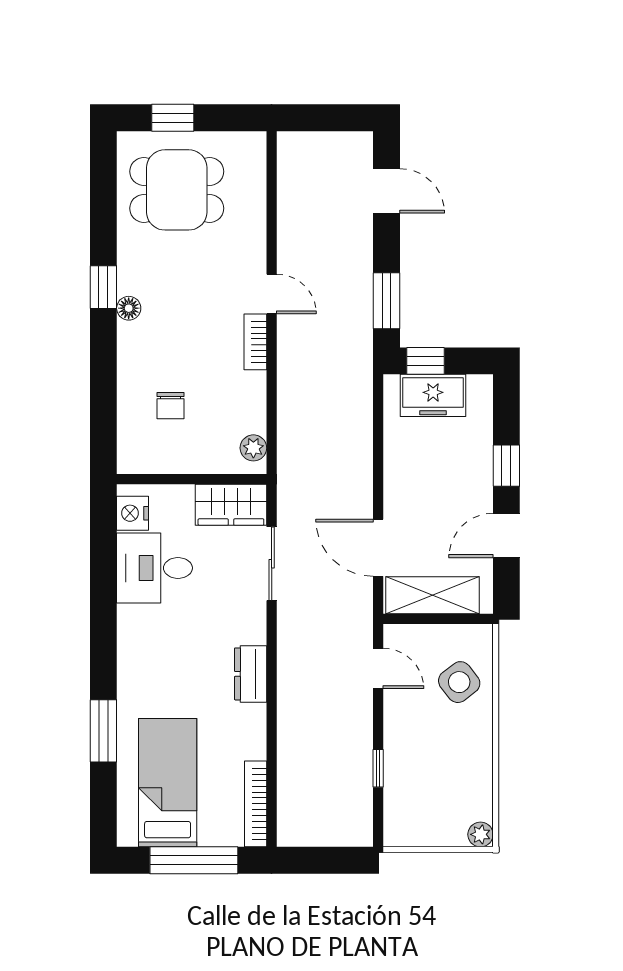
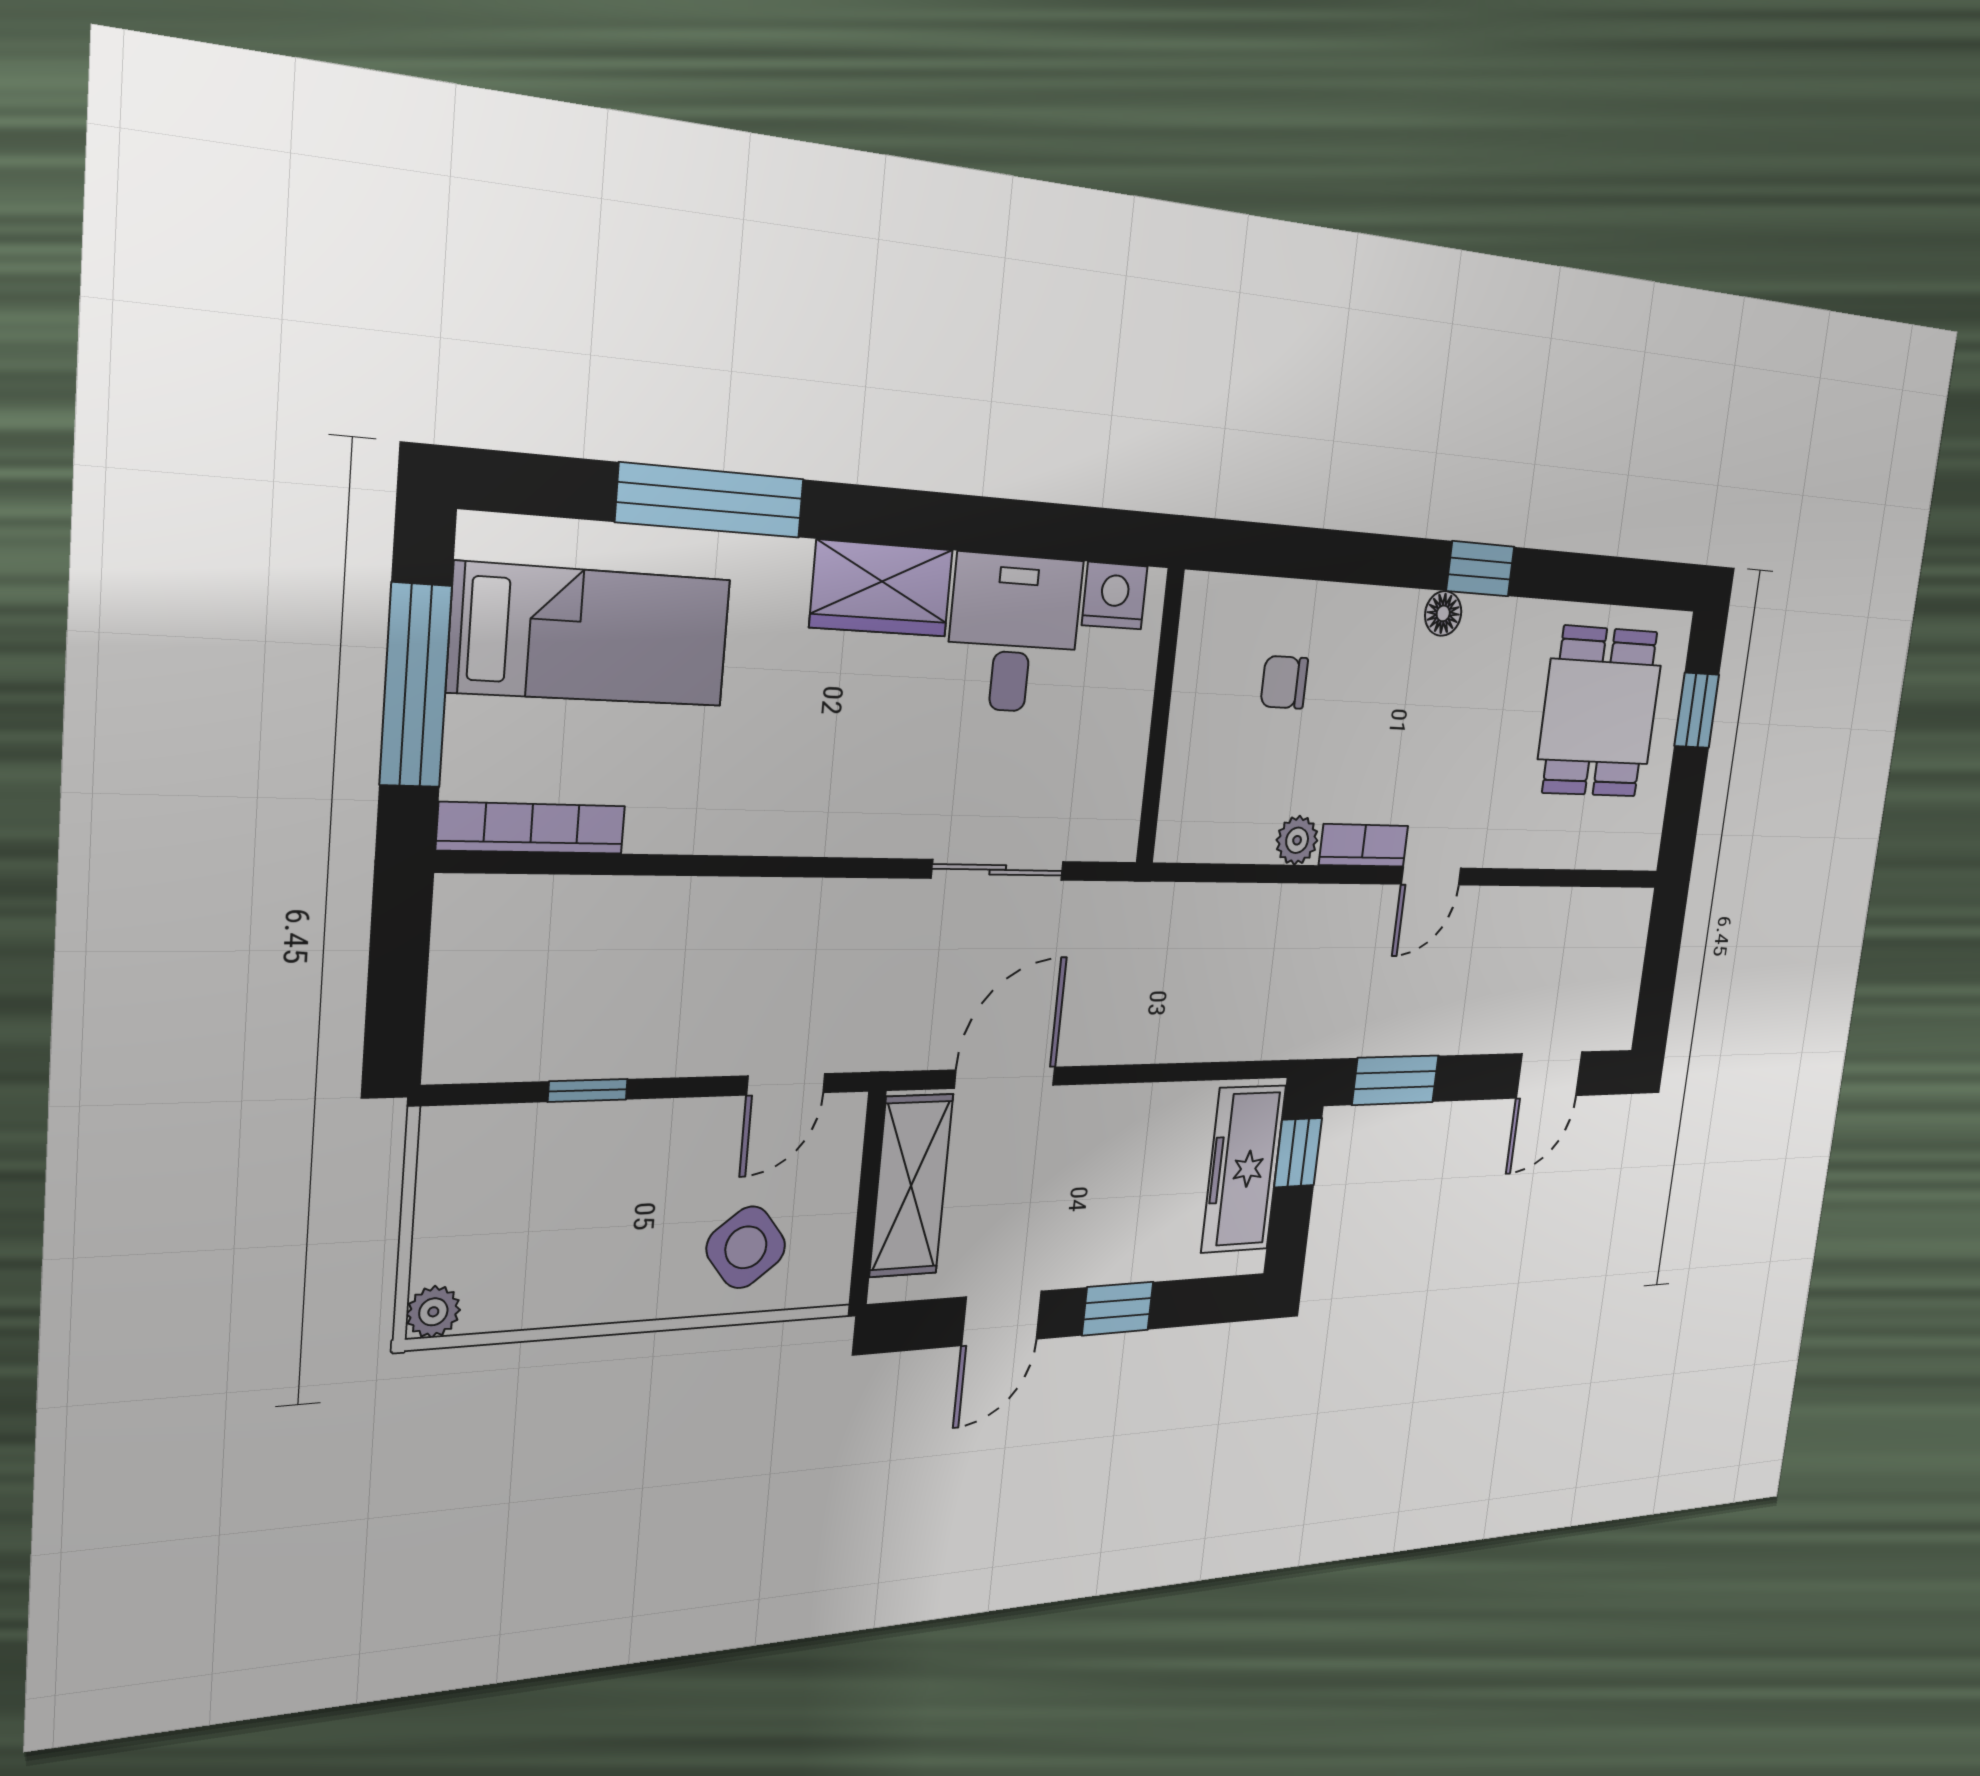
freezer: (433, 395) -> (1244, 1169), width x1.40
plant: (253, 448) -> (1297, 840), moved
wardrobe: (231, 505) -> (881, 588), moved, turned -90
door: (506, 536) -> (1002, 1318), swing flipped
dresser: (251, 674) -> (798, 823), removed
window: (103, 731) -> (710, 500), width x1.44

